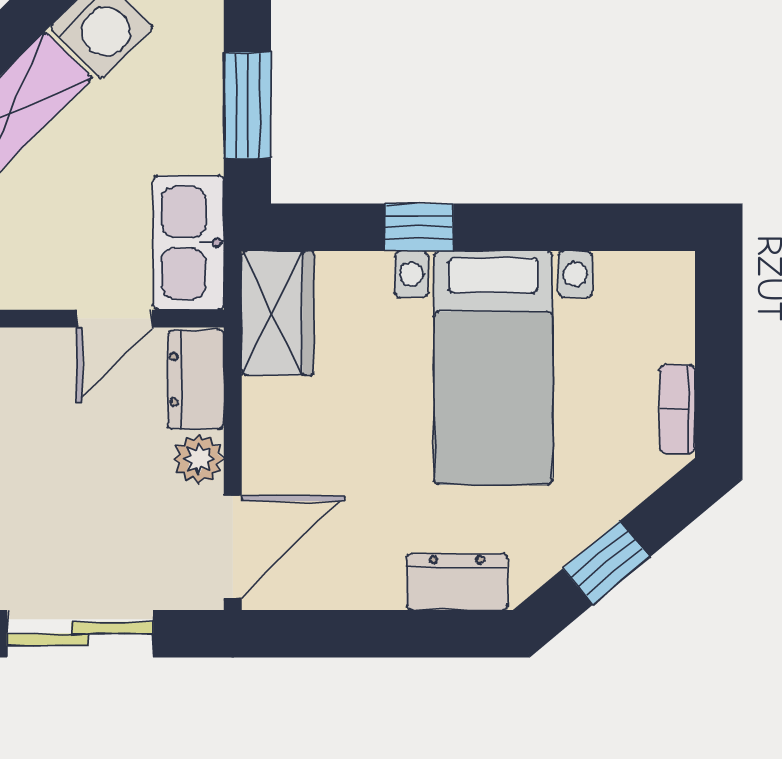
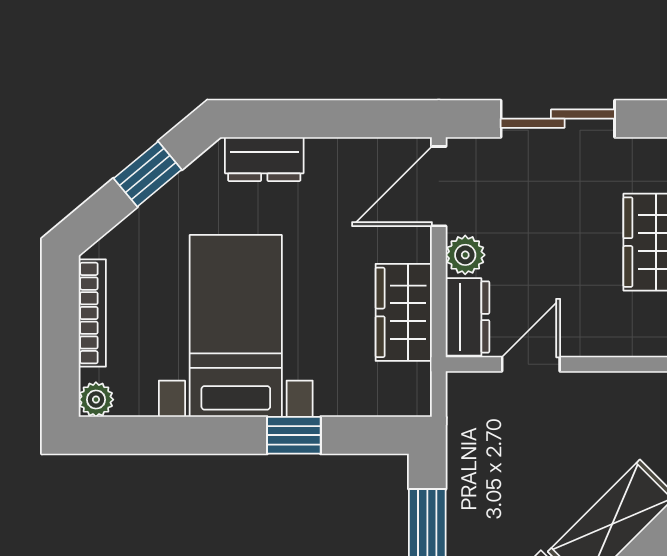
kitchen sink: (189, 243) -> (473, 423), removed
plant: (673, 273) -> (96, 400), added
wardrobe: (278, 313) -> (404, 312), moved
bookcase: (677, 409) -> (92, 313), width x1.56

